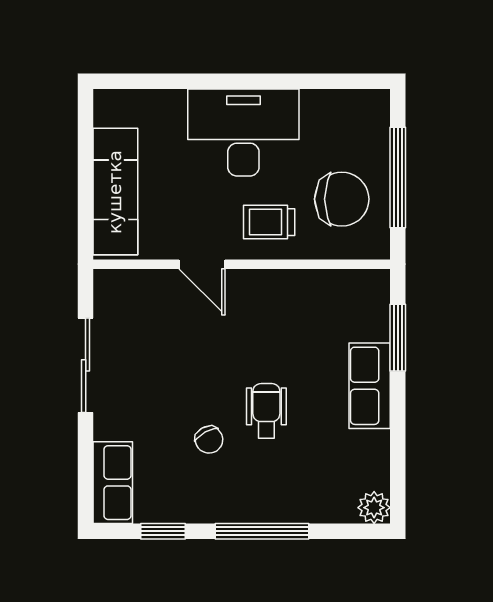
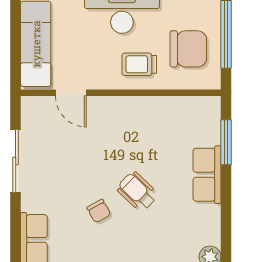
door: (202, 264) -> (71, 93), moved
wheelchair: (266, 411) -> (137, 192), turned -46

